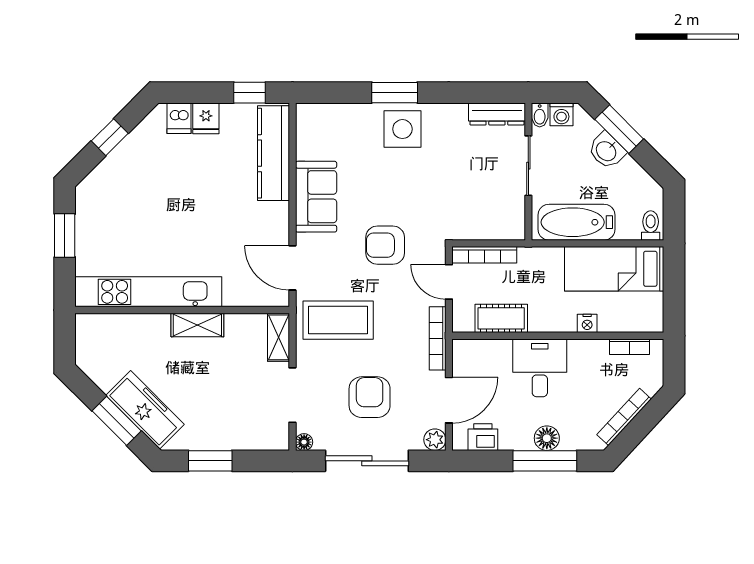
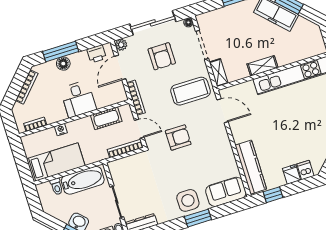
sofa: (316, 197) -> (226, 192), moved, turned 90
toilet: (651, 225) -> (57, 187), moved

